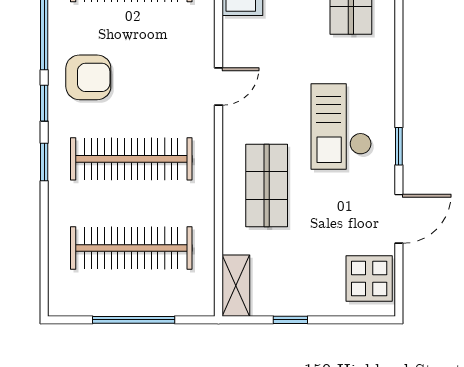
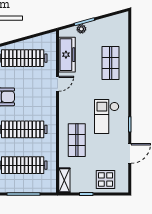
door: (219, 87) -> (58, 84), moved
display table: (369, 279) -> (105, 180), moved

